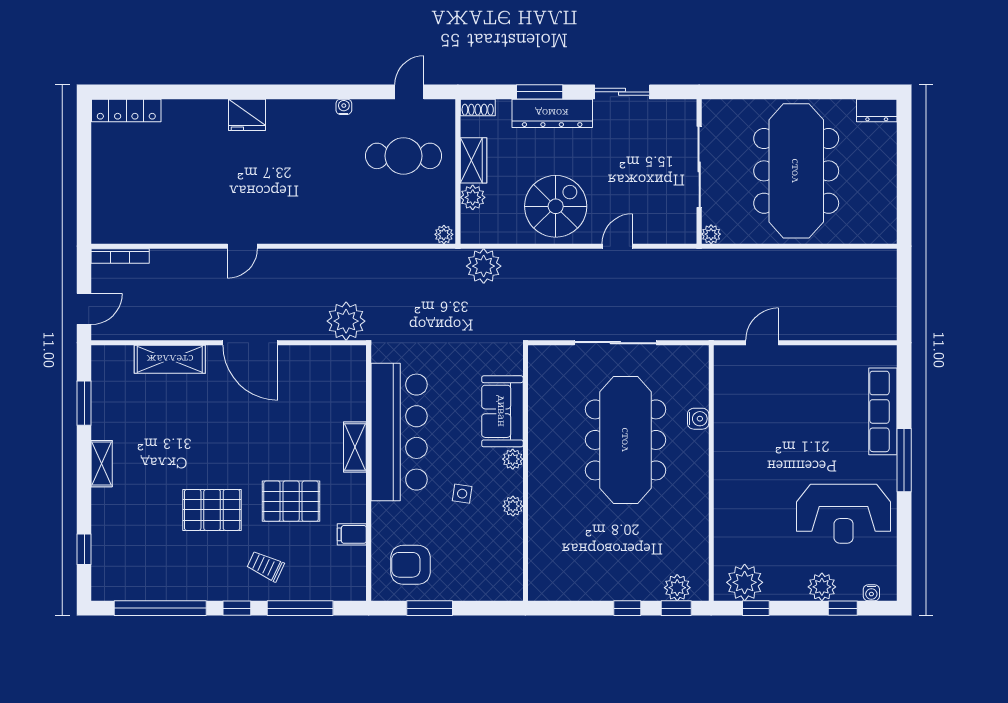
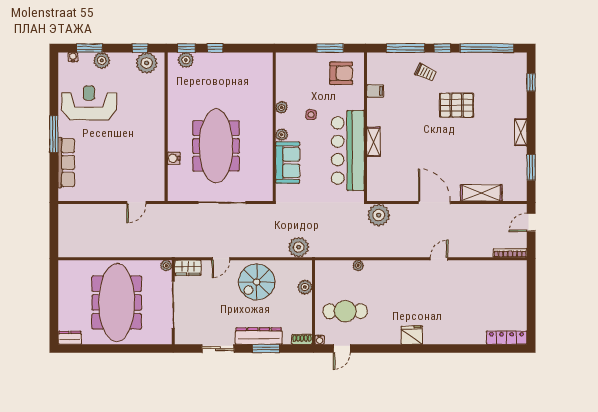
water cooler: (344, 107) -> (319, 340), moved
fridge: (247, 115) -> (412, 335), moved
wardrobe: (473, 160) -> (188, 268), moved, turned -90
plant: (444, 234) -> (358, 266), moved
pallet: (291, 501) -> (411, 110), removed
window: (843, 608) -> (90, 48), width x1.50

